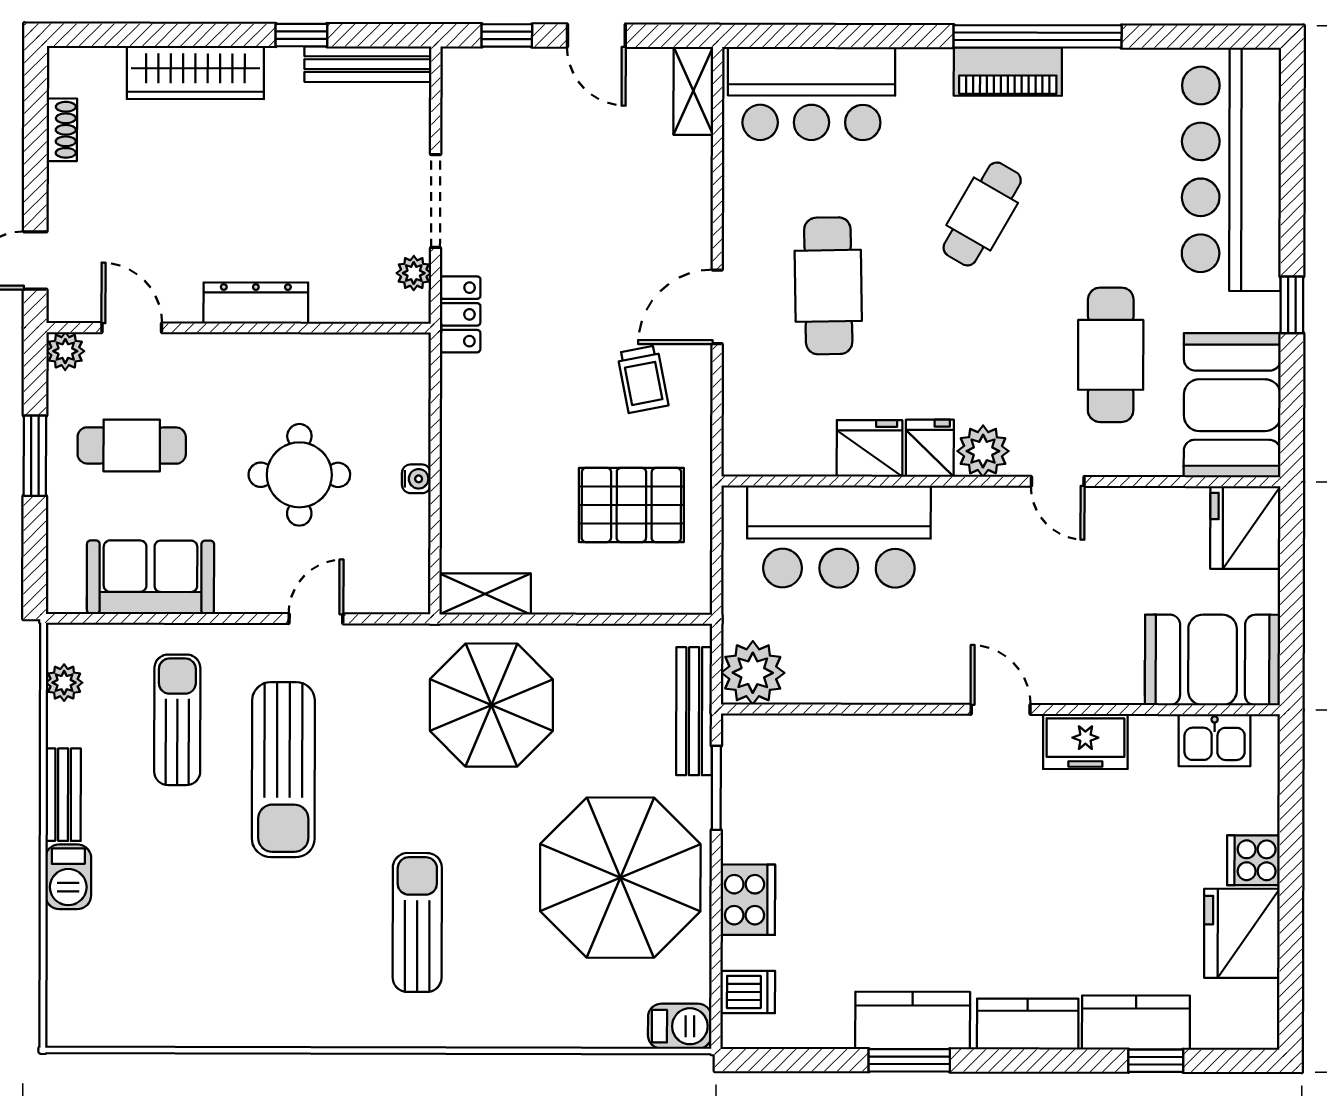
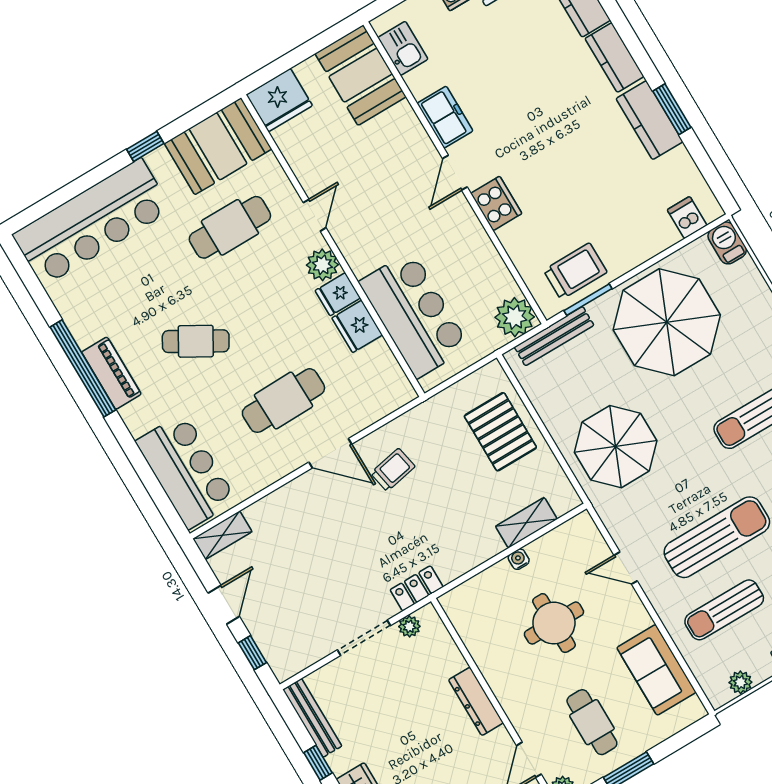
pallet: (631, 505) -> (500, 432), moved
shelving: (485, 594) -> (526, 523), moved, turned 90
trolley: (766, 794) -> (575, 271), added
cooker: (748, 900) -> (496, 203), moved, turned 90

